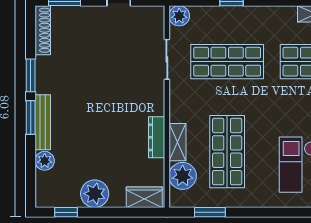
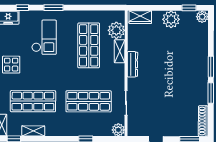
bench: (43, 122) -> (203, 64), removed
dresser: (157, 137) -> (132, 64), moved
plant: (45, 161) -> (202, 17), moved
window: (210, 212) -> (53, 8), moved

